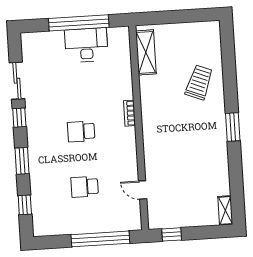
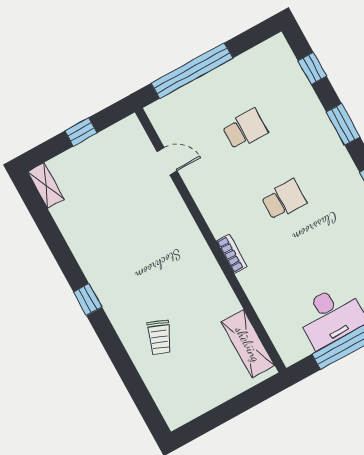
trolley: (199, 82) -> (160, 337), width x0.73, depth x0.72
window: (233, 127) -> (88, 299), width x0.67
window: (172, 234) -> (81, 132), moved

